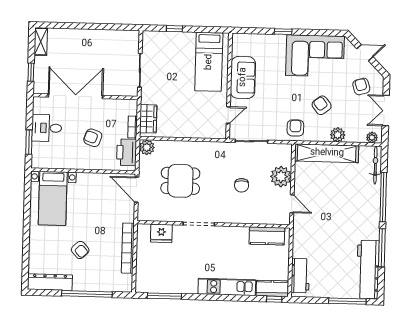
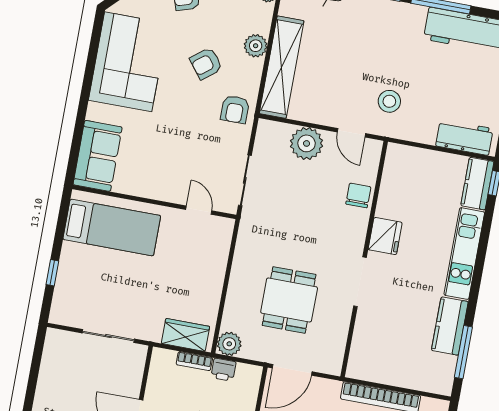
window: (283, 32) -> (83, 105), removed
sofa: (243, 77) -> (98, 156), moved, turned 90
armchair: (295, 128) -> (235, 109), turned -90
printer: (127, 152) -> (223, 370), width x0.53, depth x0.68
chair: (242, 185) -> (358, 195), moved, turned -90
door: (292, 204) -> (351, 133), swing flipped
stool: (316, 225) -> (389, 101), added
fridge: (161, 233) -> (385, 236), moved
kitchen counter: (267, 236) -> (450, 326), moved, turned 180

